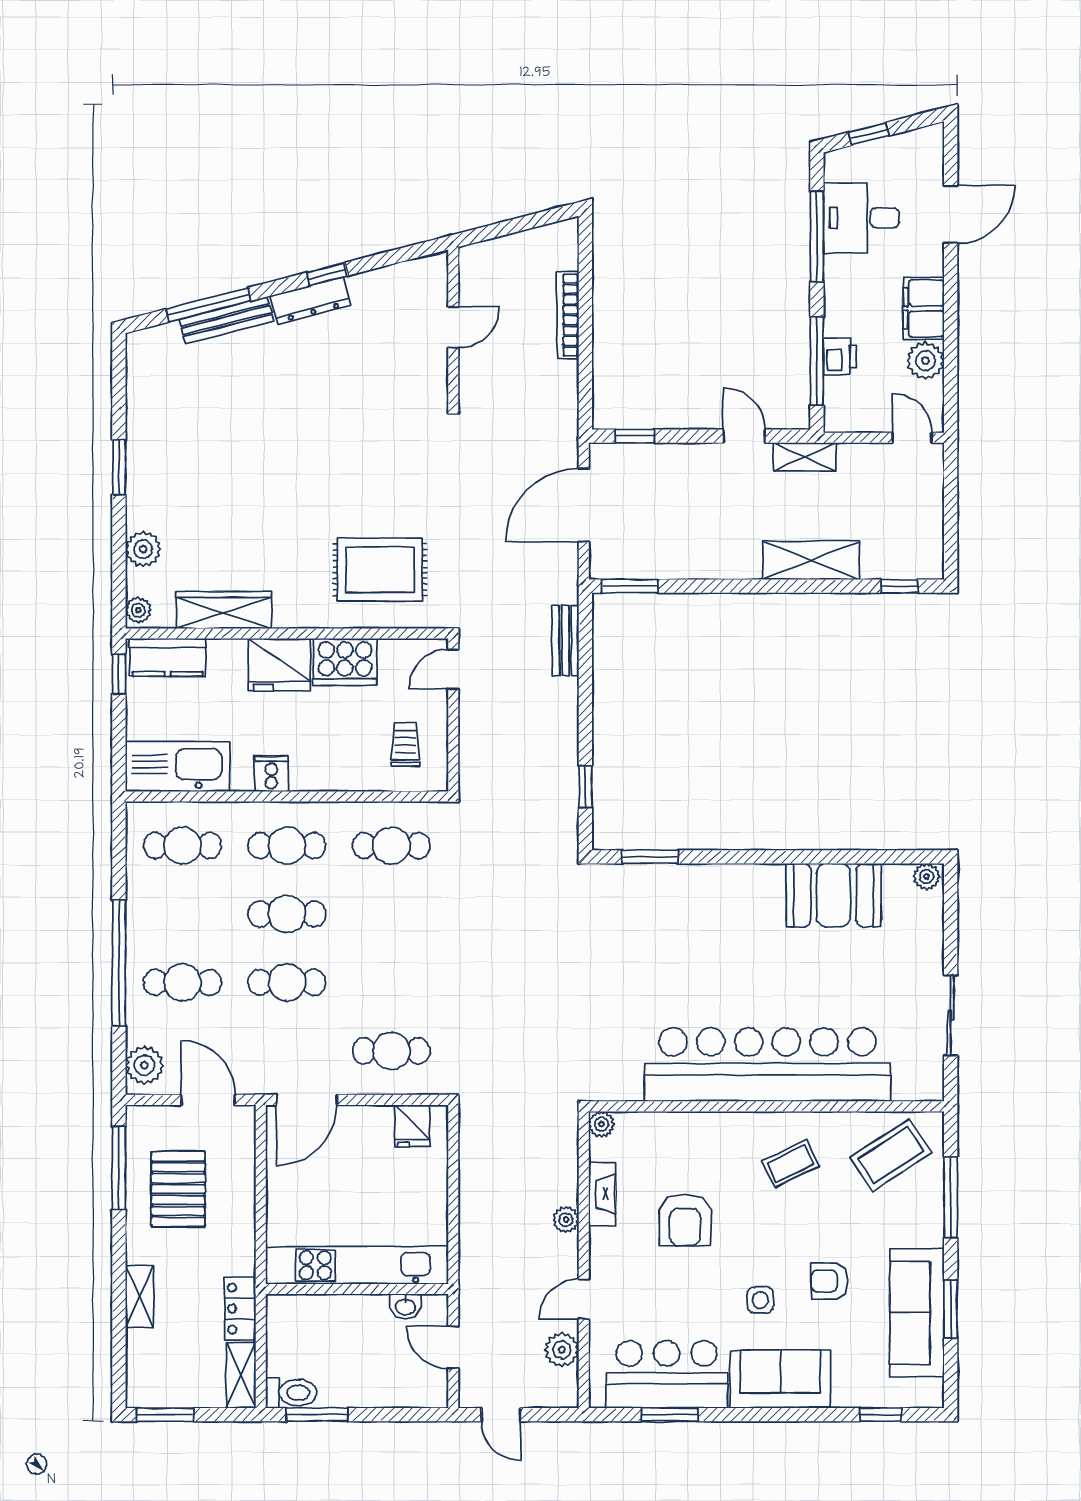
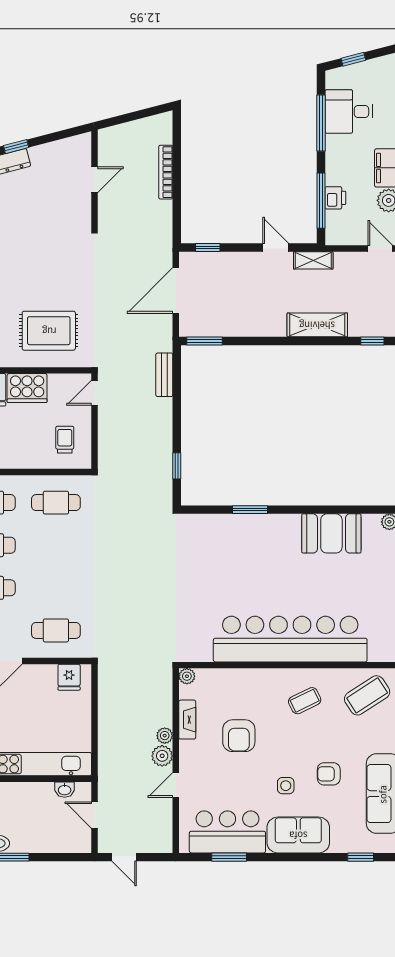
window: (650, 857) -> (250, 510), moved
plant: (562, 1350) -> (162, 756), moved

